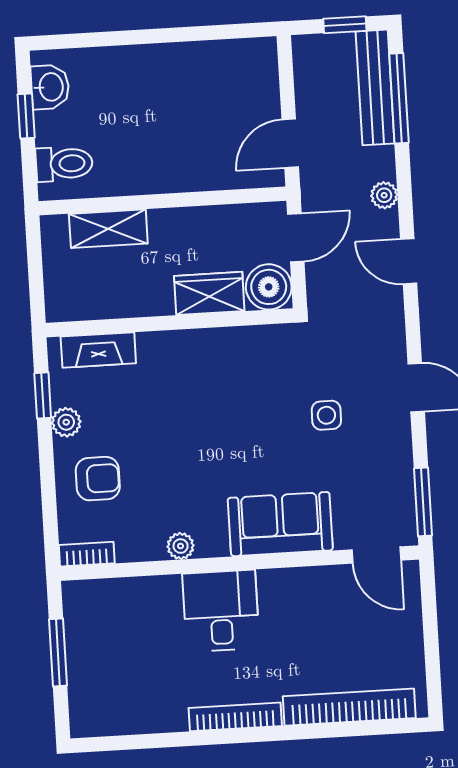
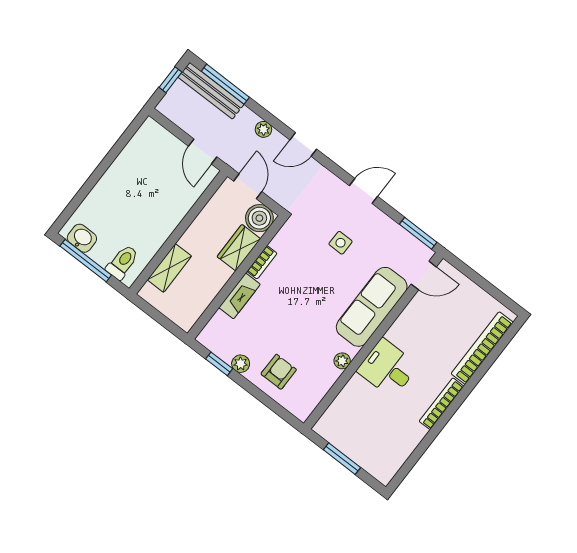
window: (26, 116) -> (86, 261), width x2.17
fireplace: (98, 350) -> (239, 296), moved
sofa: (280, 524) -> (372, 307), width x1.36
bookcase: (87, 554) -> (262, 262), moved, turned 180

